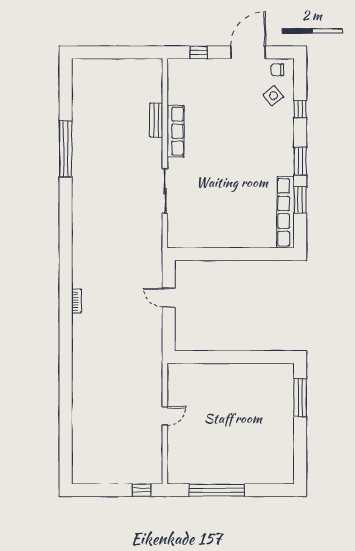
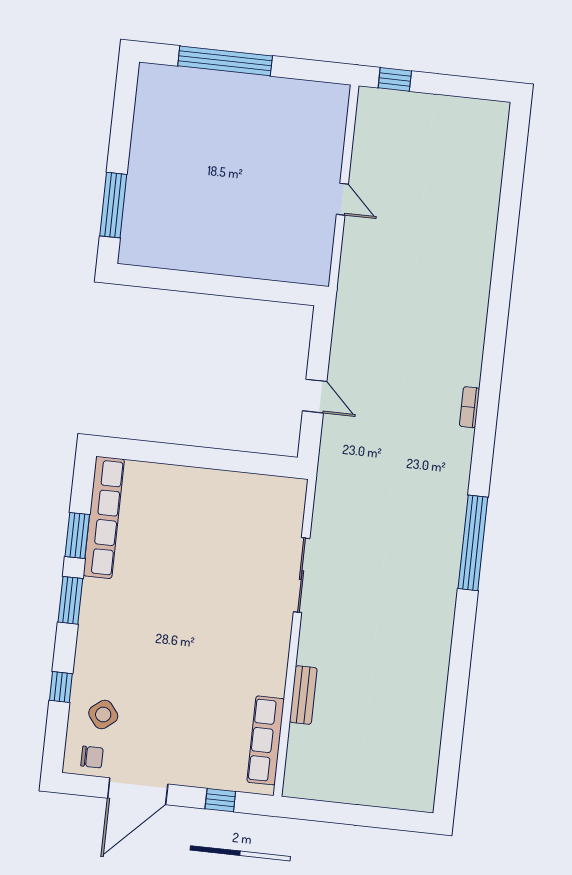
row of seats: (176, 131) -> (266, 740), moved
window: (66, 149) -> (473, 543), moved
door: (165, 416) -> (342, 199), swing flipped
window: (217, 490) -> (225, 61), moved

